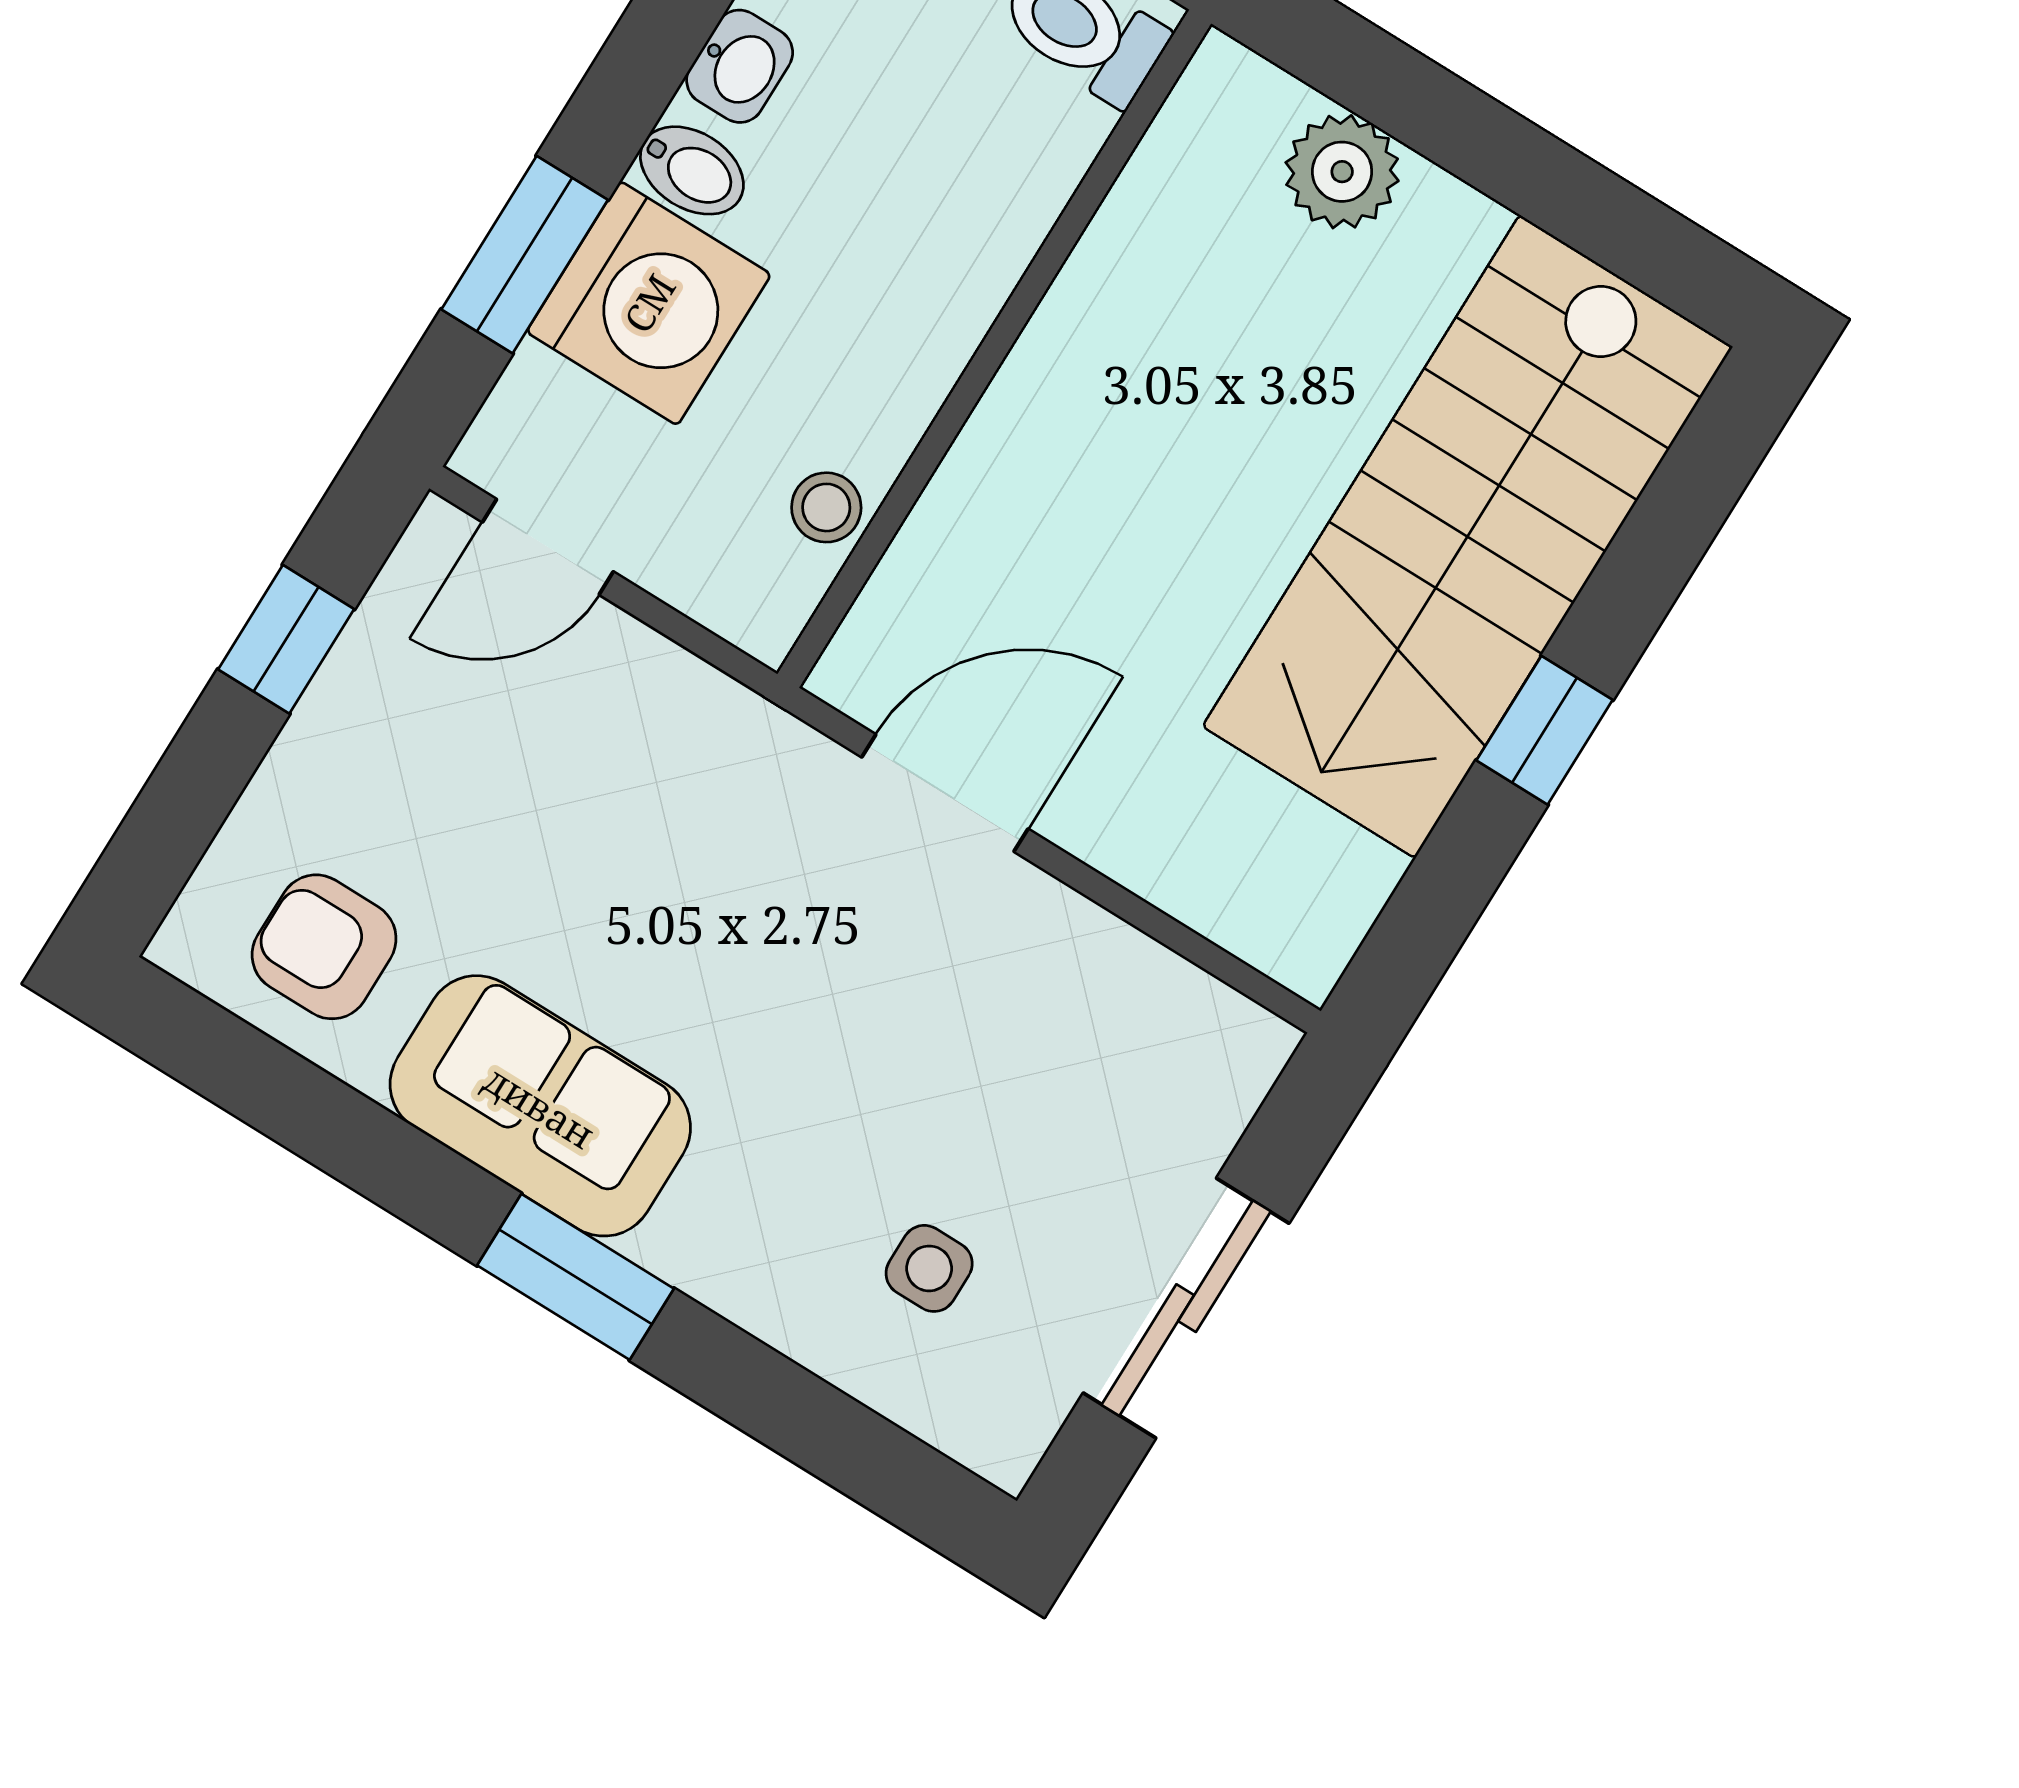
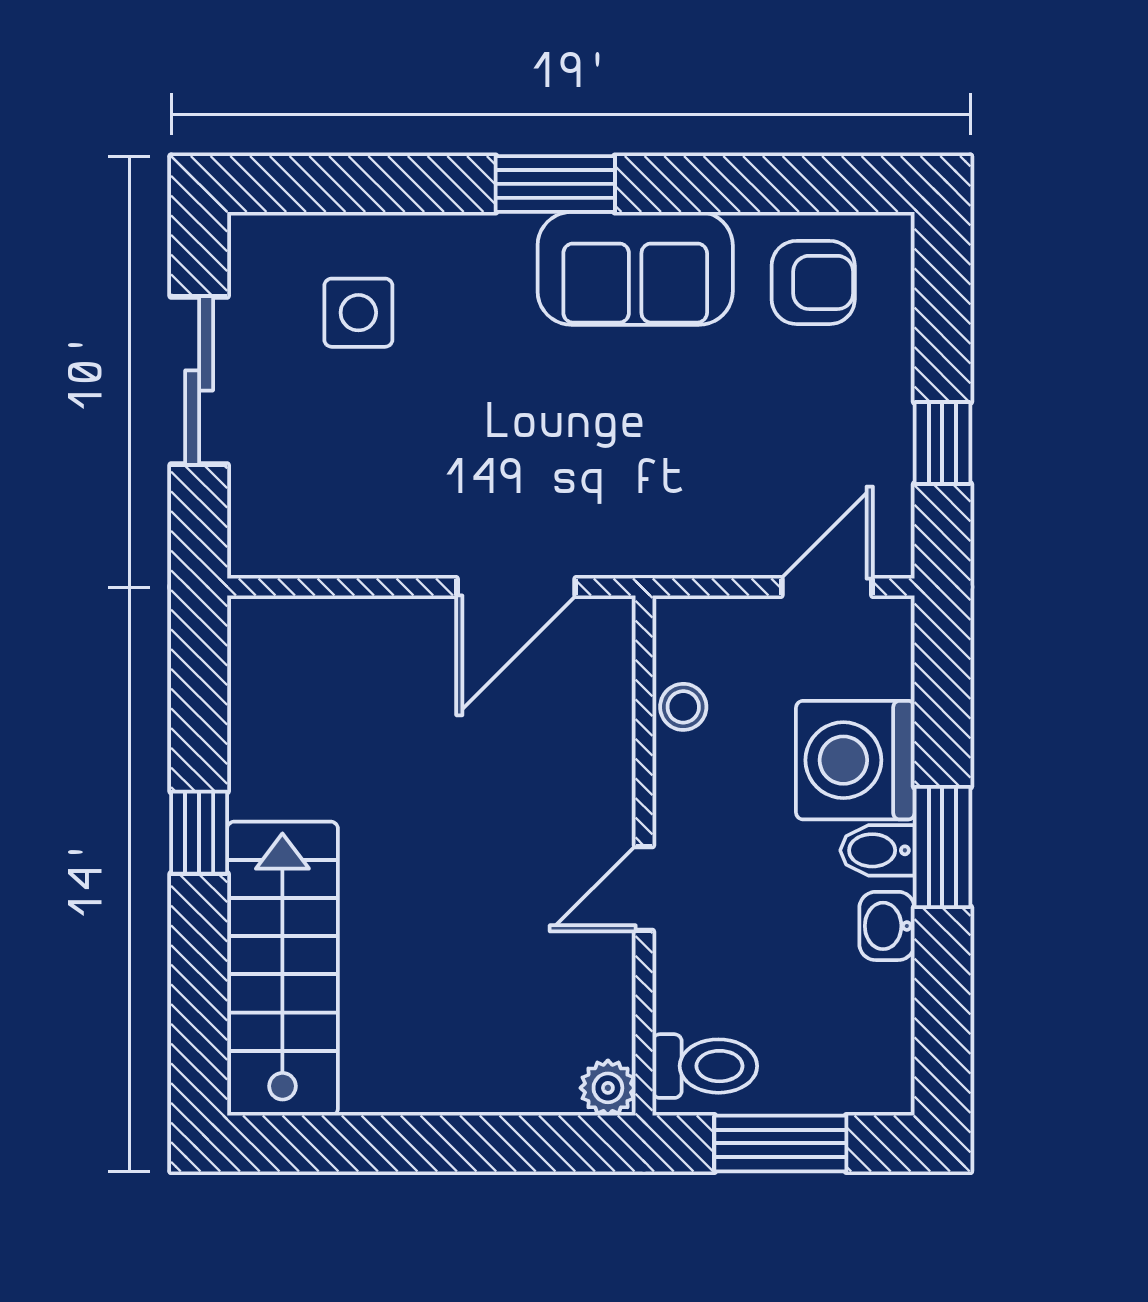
plant: (1342, 172) -> (608, 1088), moved, width x0.73, depth x0.73
window: (525, 255) -> (942, 847), moved
door: (1020, 307) -> (644, 889), added
stairs: (1467, 537) -> (282, 969), width x0.73, depth x0.66
side table: (929, 1268) -> (358, 313), width x1.37, depth x1.37

